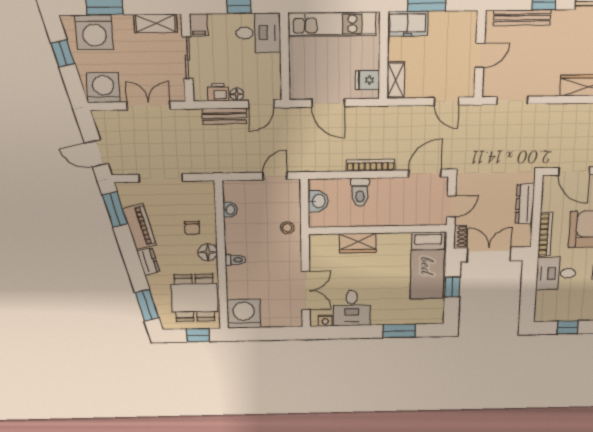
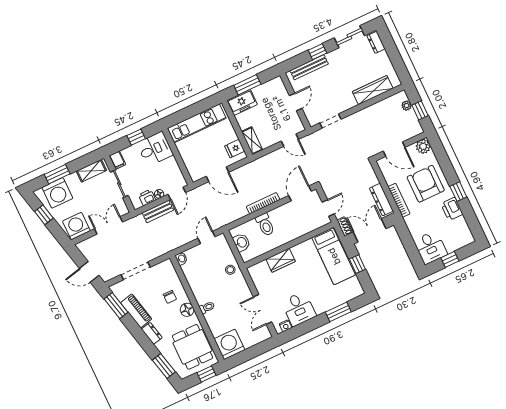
dresser: (525, 204) -> (381, 200), moved
washbasin: (230, 210) -> (181, 259), moved
desk: (556, 273) -> (430, 247), moved, turned -90
double door: (306, 291) -> (263, 309), swing flipped

